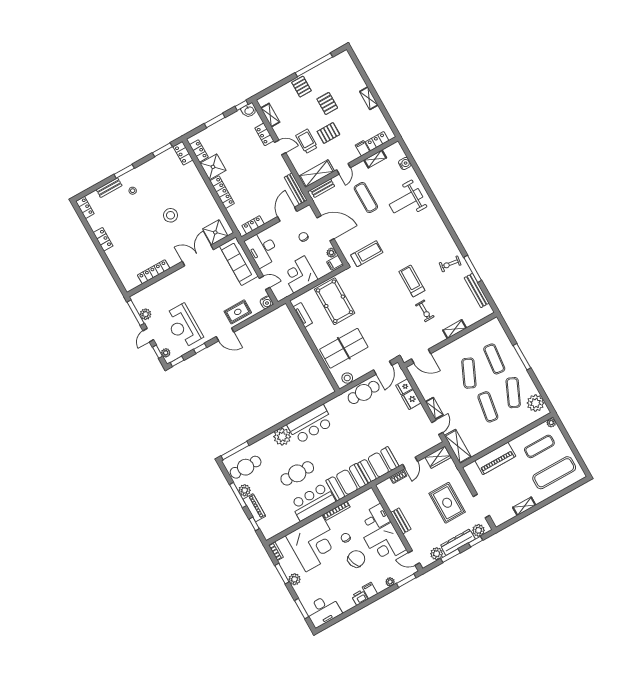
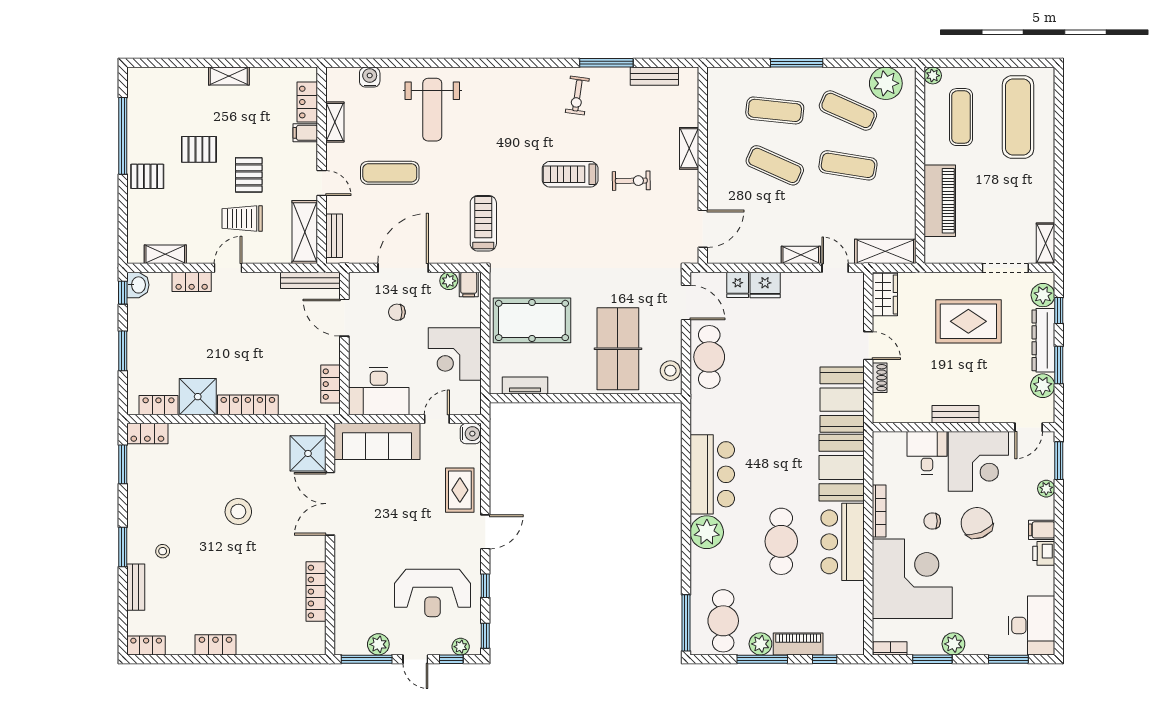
bench: (477, 290) -> (654, 76), width x0.73
shelving: (524, 506) -> (1046, 243), moved

